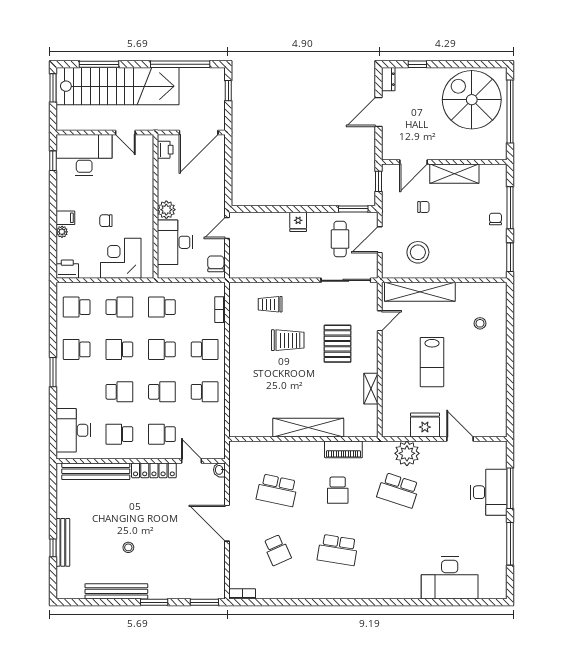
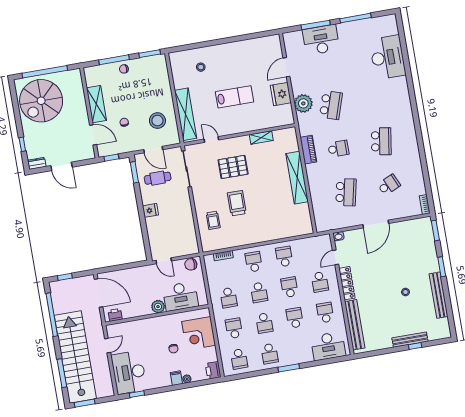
school desk: (119, 434) -> (325, 313), turned 180

